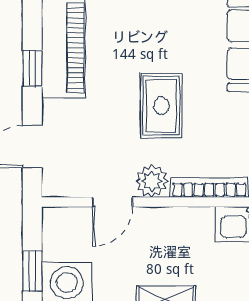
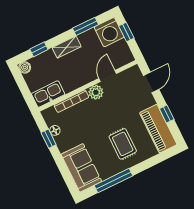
rug: (161, 106) -> (123, 144), moved

